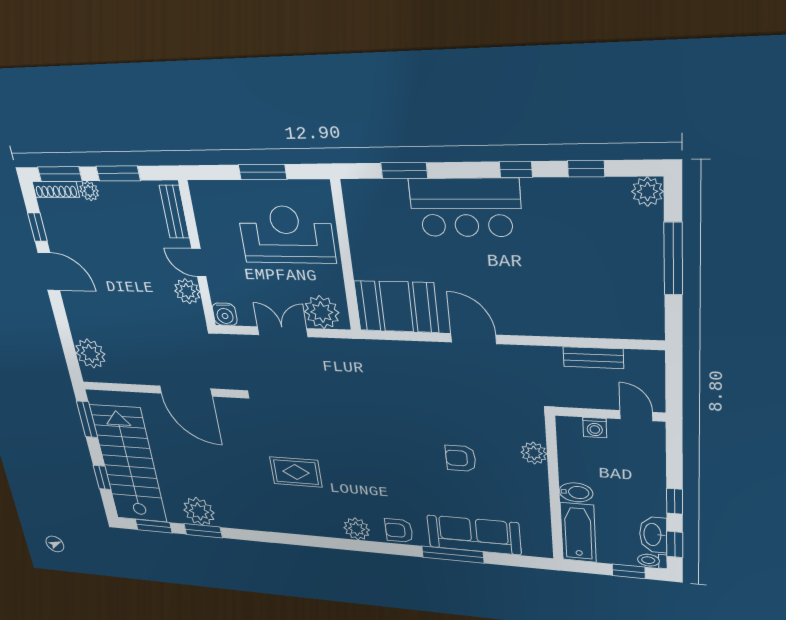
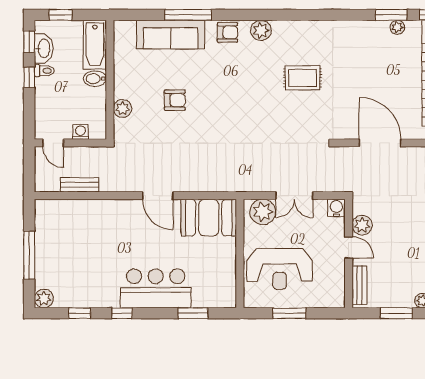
plant: (199, 511) -> (397, 27), width x0.53, depth x0.53
toilet: (652, 561) -> (44, 71), moved

